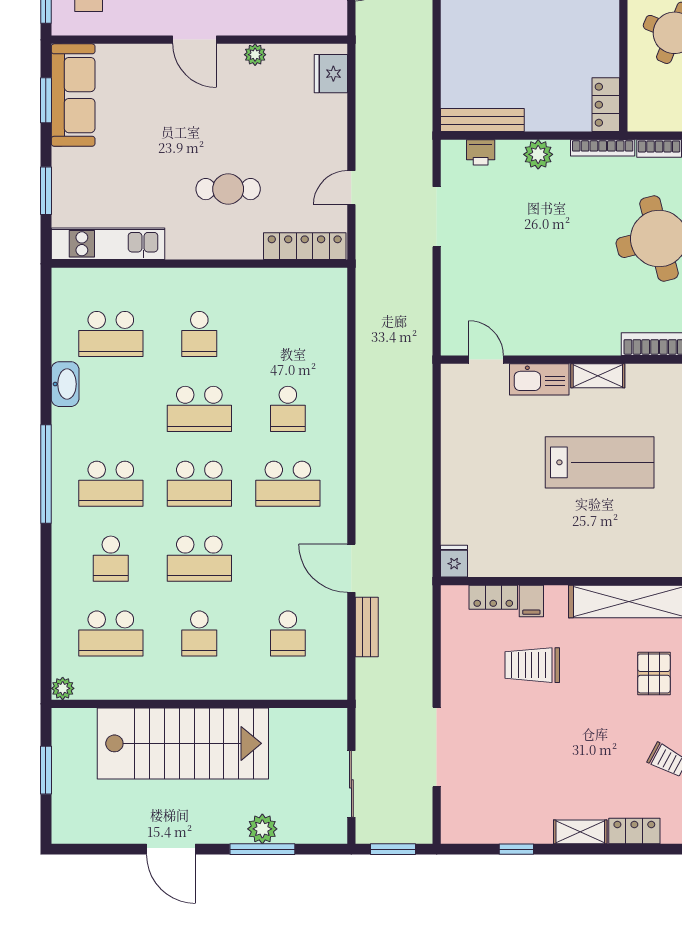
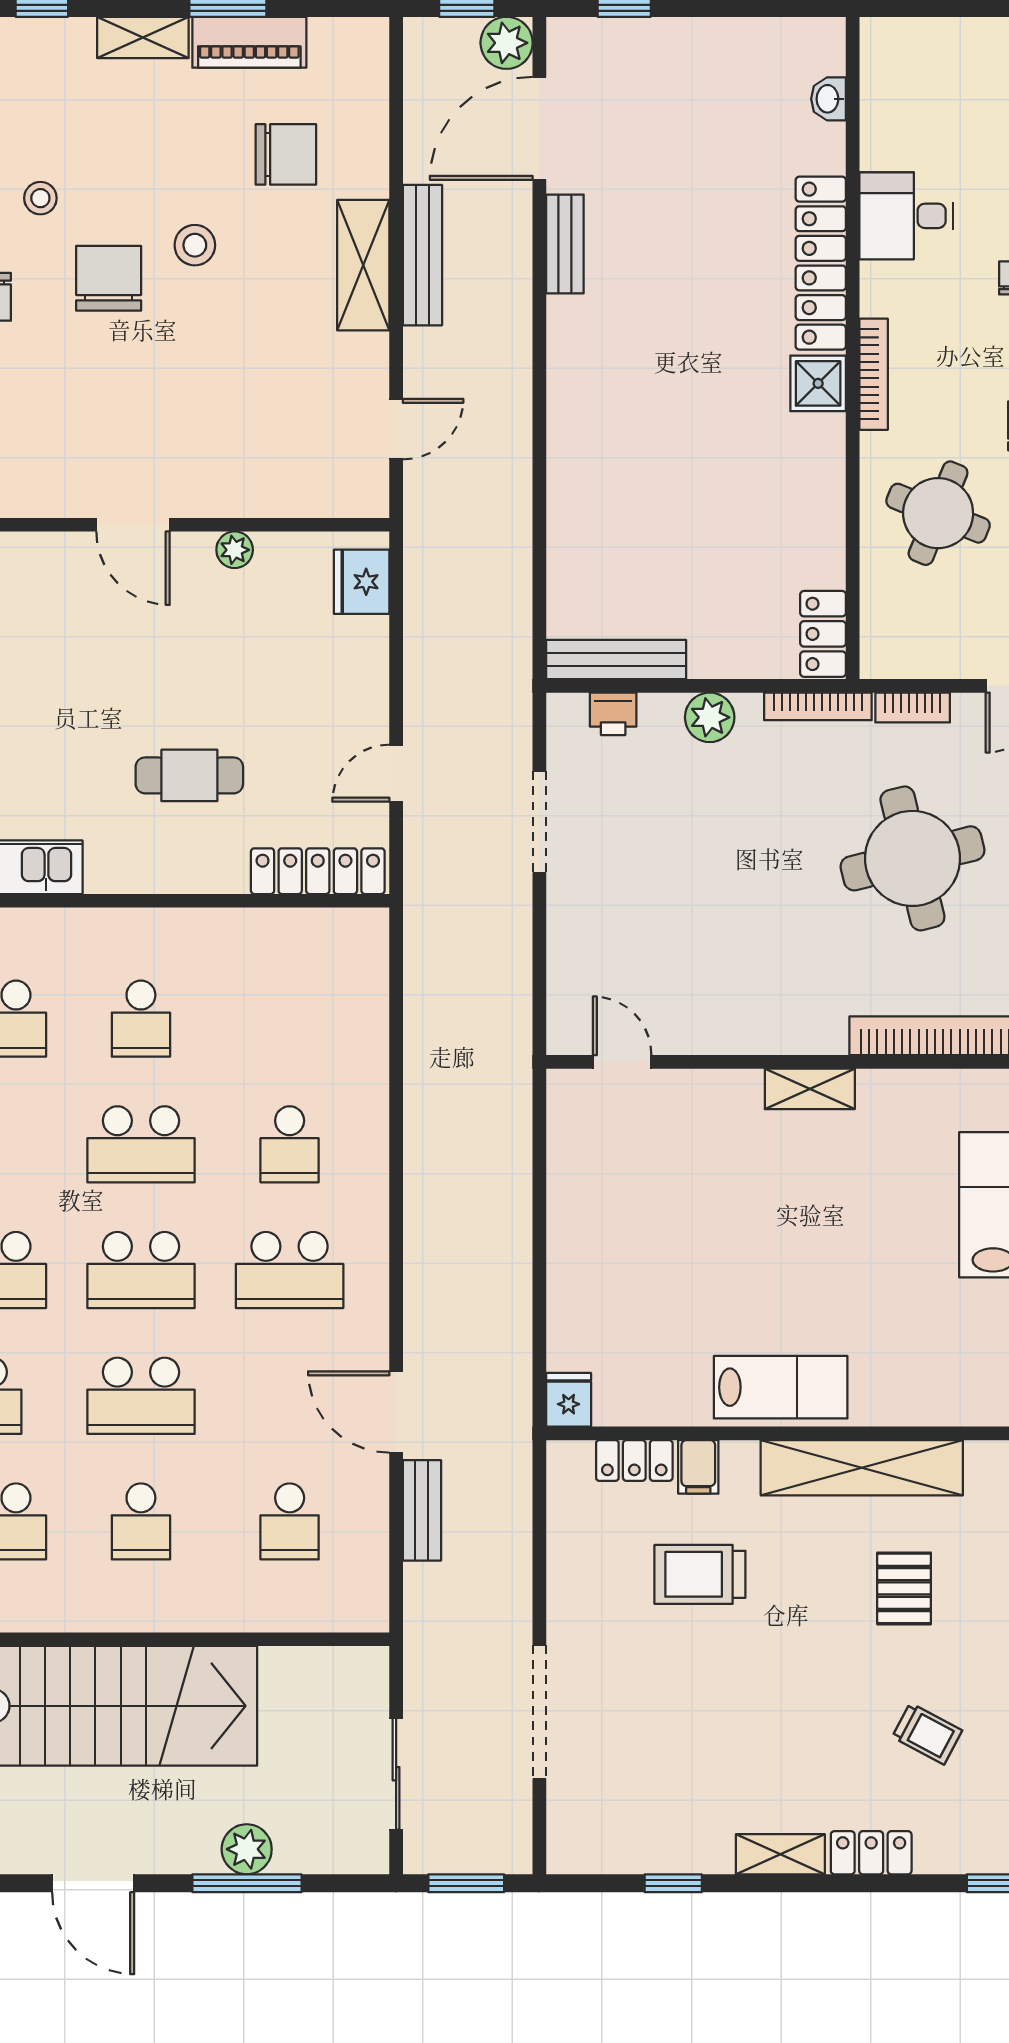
kitchen sink: (539, 379) -> (711, 1095), removed
lab bench: (600, 462) -> (781, 1387), moved, width x0.73, depth x0.72

